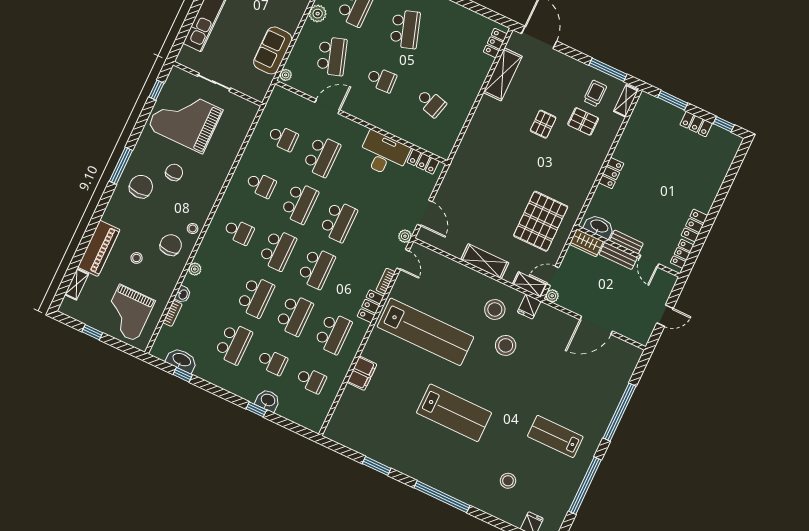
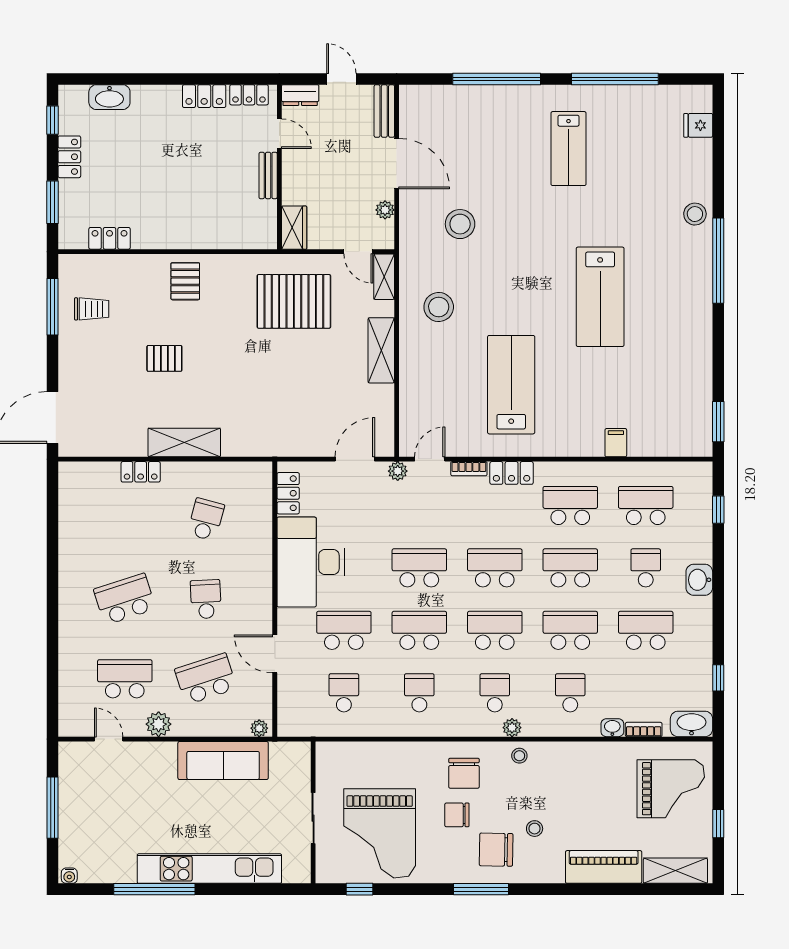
locker: (495, 43) -> (141, 472), moved
sofa: (273, 50) -> (223, 760), width x1.36
shelving: (503, 74) -> (184, 442), moved
trolley: (595, 93) -> (92, 309), turned 180
shelving: (626, 101) -> (82, 264), removed
pallet: (583, 121) -> (185, 281), moved
desk: (384, 154) -> (311, 562), width x1.36, depth x1.30
locker: (611, 173) -> (110, 238), moved
washbasin: (599, 226) -> (109, 97), moved, turned -90
chair: (171, 245) -> (464, 773), moved, turned -90
bench: (618, 256) -> (384, 111), moved
stool: (137, 258) -> (535, 829), moved
door: (649, 261) -> (279, 134), hinge flipped
plant: (195, 269) -> (512, 728), moved
school desk: (217, 278) -> (570, 693), added
shelving: (77, 284) -> (675, 871), width x1.50, depth x1.33
dresser: (667, 285) -> (300, 95), added
plant: (552, 296) -> (385, 210), moved
fridge: (529, 307) -> (414, 264), removed
lab bench: (425, 332) -> (511, 385), width x0.73
stool: (506, 345) -> (460, 224), moved
washbasin: (182, 360) -> (692, 724), moved, turned 90
filing cabinet: (362, 373) -> (616, 443), width x0.50
school desk: (311, 380) -> (646, 505), width x1.85
washbasin: (268, 400) -> (699, 580), moved
window: (256, 409) -> (718, 510), moved
lab bench: (454, 413) -> (600, 297), turned 180
window: (377, 466) -> (718, 422), moved
stool: (508, 481) -> (695, 214), moved

